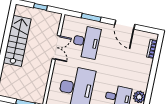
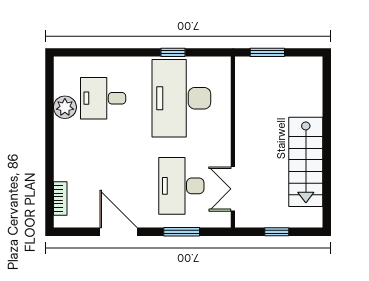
double door: (56, 47) -> (233, 189), moved

